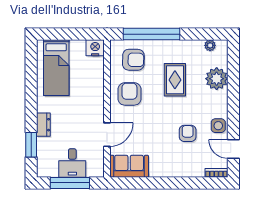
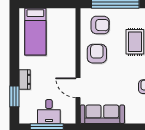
nightstand: (95, 48) -> (68, 15), removed
door: (107, 135) -> (78, 88), swing flipped
sofa: (129, 166) -> (102, 114), width x1.36

